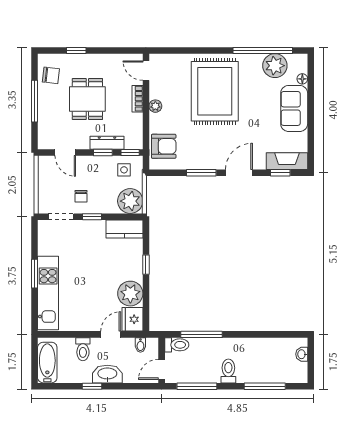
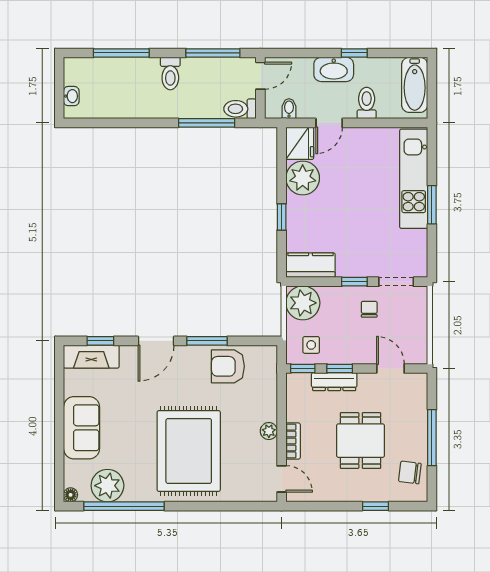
floor lamp: (302, 79) -> (71, 495), moved
armchair: (164, 146) -> (228, 366), moved

